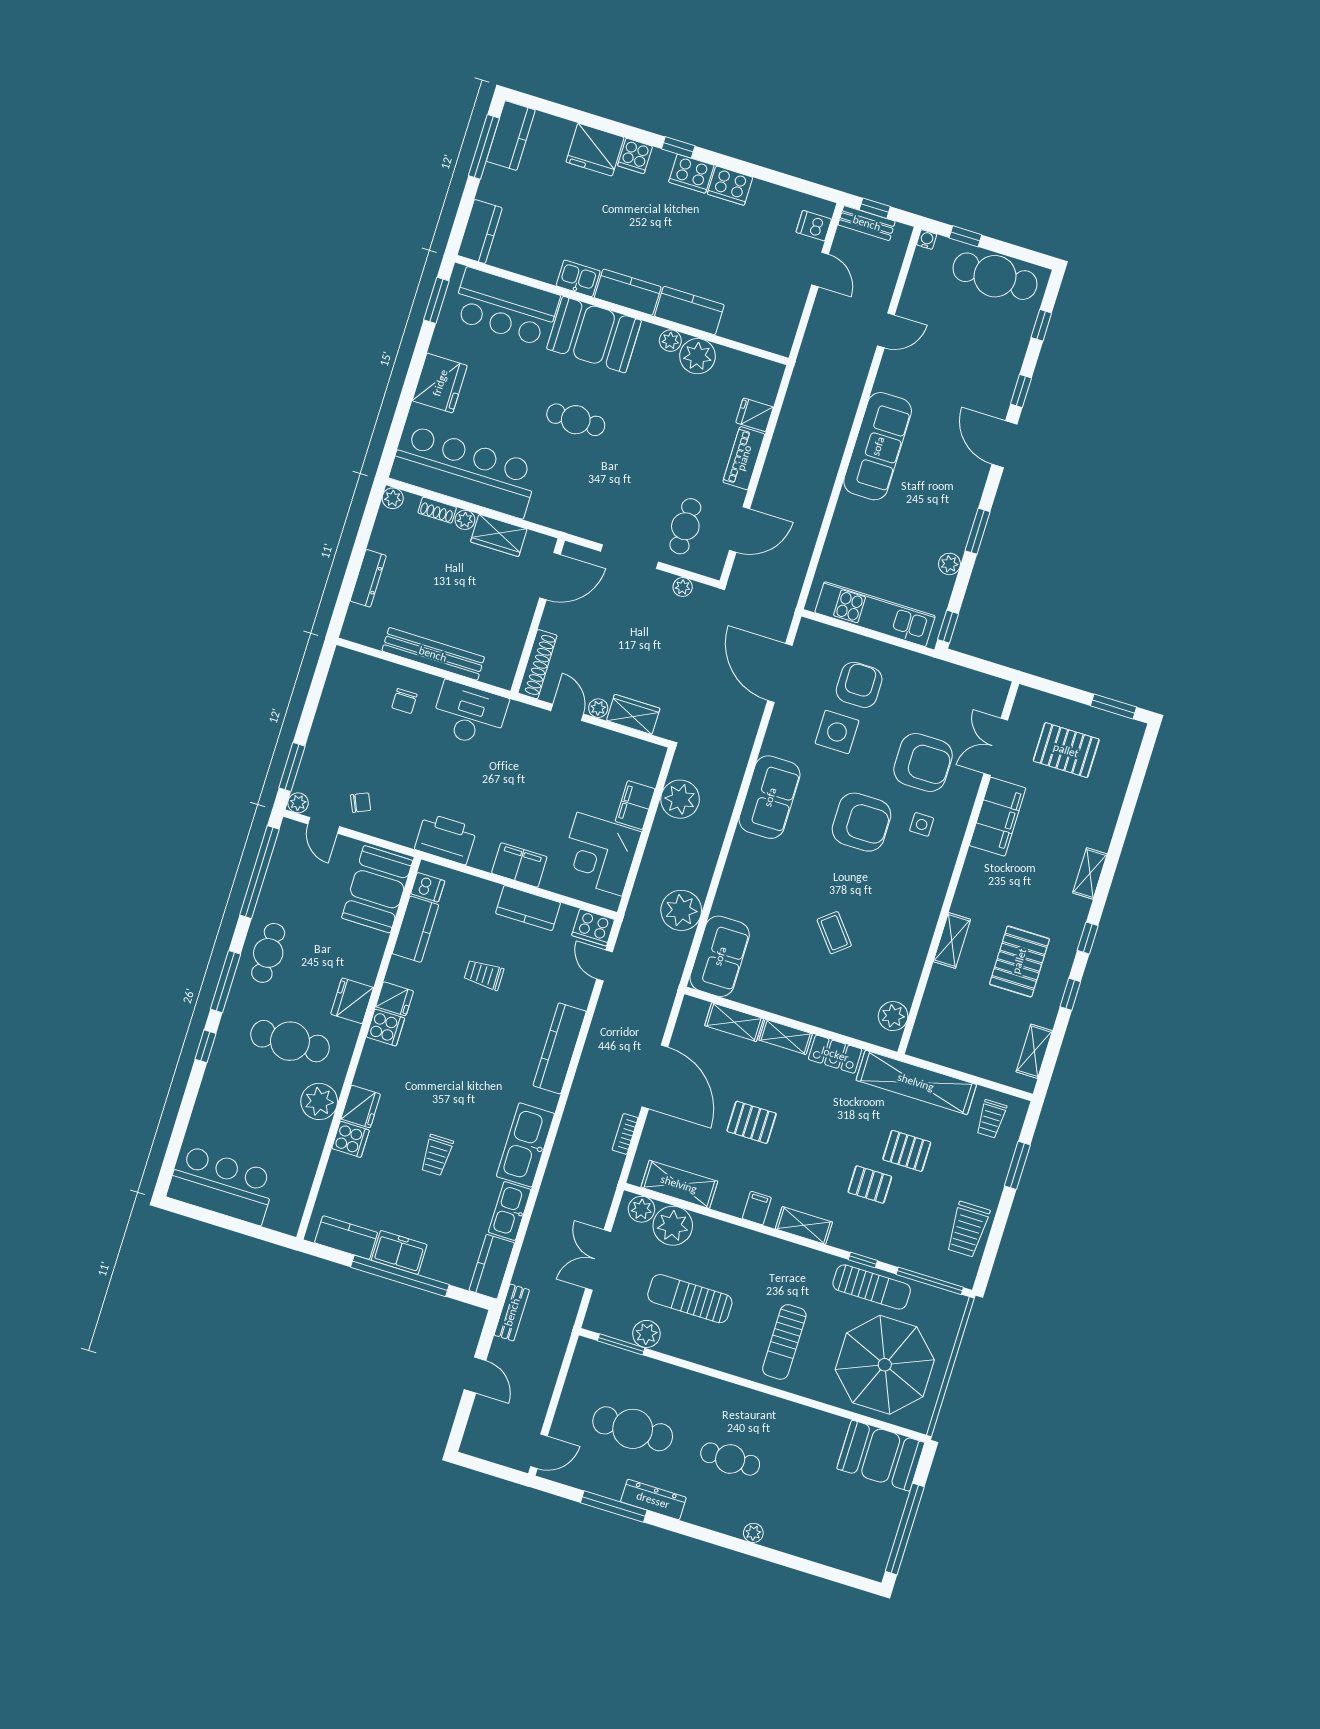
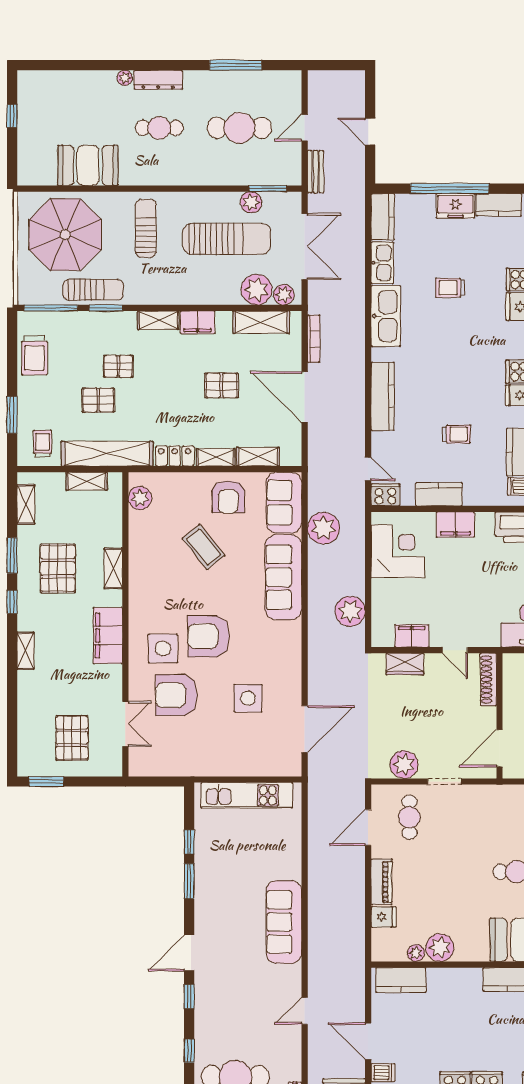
door: (820, 269) -> (368, 1041), width x1.38
kitchen counter: (689, 311) -> (401, 980), moved
plant: (670, 341) -> (416, 953), moved
door: (1005, 444) -> (189, 953), swing flipped
doorway: (629, 557) -> (444, 781), width x0.73
plant: (949, 564) -> (203, 850), removed
plant: (683, 587) -> (404, 764), width x1.88, depth x1.88
window: (948, 627) -> (189, 842), moved
door: (780, 673) -> (305, 729), hinge flipped
armchair: (859, 685) -> (228, 497), moved
plant: (598, 708) -> (433, 661), removed
pallet: (1066, 750) -> (72, 738), turned 90
sofa: (770, 797) -> (283, 577), moved, width x1.36
filing cabinet: (635, 805) -> (412, 636), moved, turned -90
filing cabinet: (998, 817) -> (108, 635), moved
side table: (922, 824) -> (163, 648), width x1.87, depth x1.87
coffee table: (834, 933) -> (203, 547), width x1.36, depth x1.30
window: (1070, 994) -> (12, 556), width x1.50
shelving: (951, 1057) -> (87, 481), added
bookcase: (625, 1134) -> (314, 339), width x1.56
trolley: (437, 1155) -> (450, 288), turned -90
filing cabinet: (757, 1208) -> (198, 322), width x2.00
trolley: (968, 1229) -> (34, 355), turned 180
double door: (598, 1260) -> (305, 247), width x1.37
window: (863, 1260) -> (106, 308), width x1.50
sun lounger: (872, 1287) -> (93, 290), turned 180
sun lounger: (690, 1299) -> (227, 239), width x1.36, depth x1.34
bench: (512, 1312) -> (316, 172), moved
door: (539, 1451) -> (305, 128), moved
booth: (881, 1456) -> (88, 165), moved
dresser: (653, 1500) -> (158, 80), moved
window: (905, 1529) -> (12, 116), width x0.32

